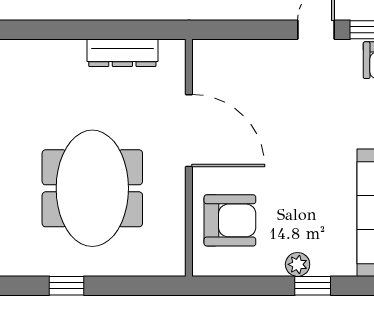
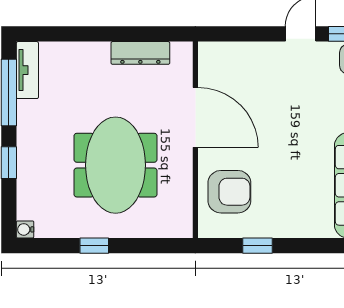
plant: (298, 264) -> (285, 228), removed
window: (313, 286) -> (258, 246), moved

